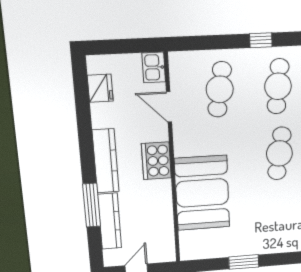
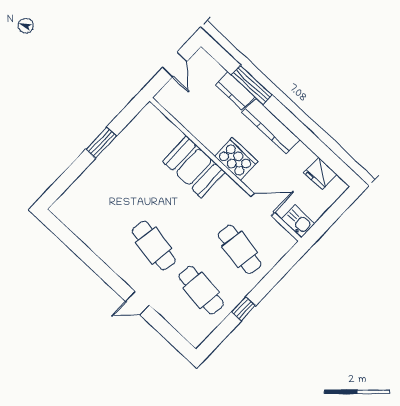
booth: (202, 193) -> (194, 167), width x0.73, depth x0.70
kitchen counter: (110, 221) -> (235, 91), width x0.67

